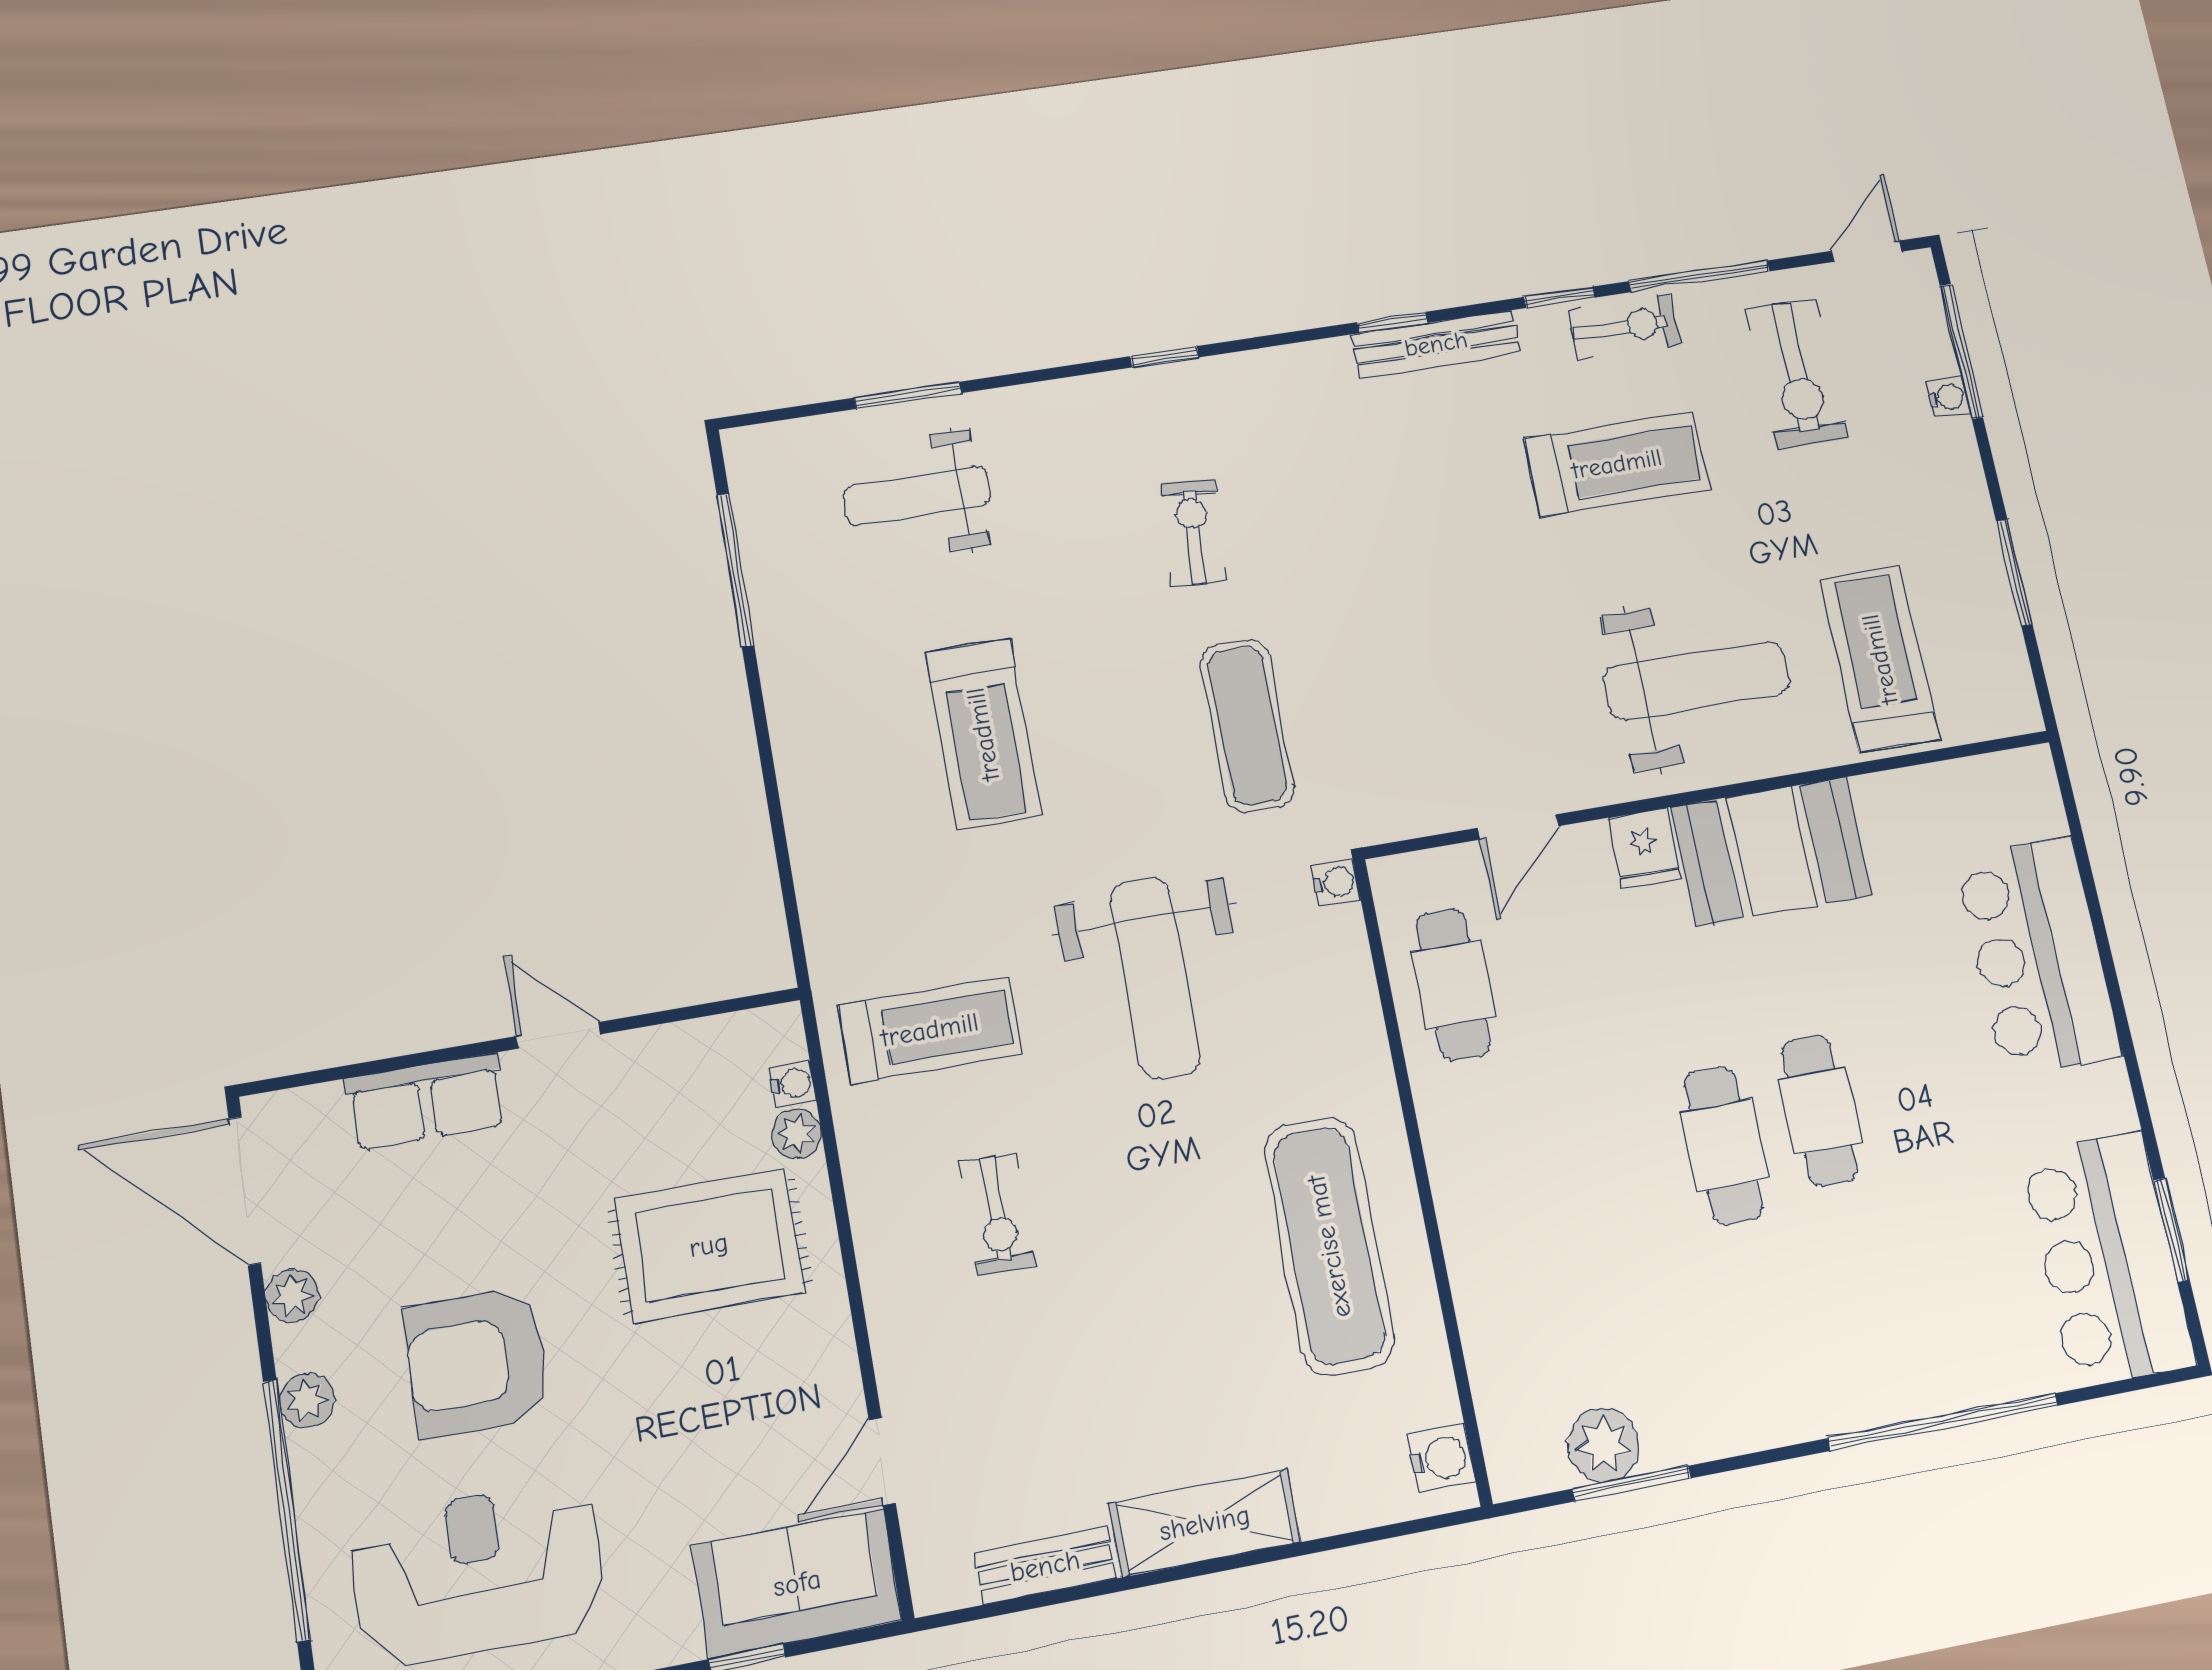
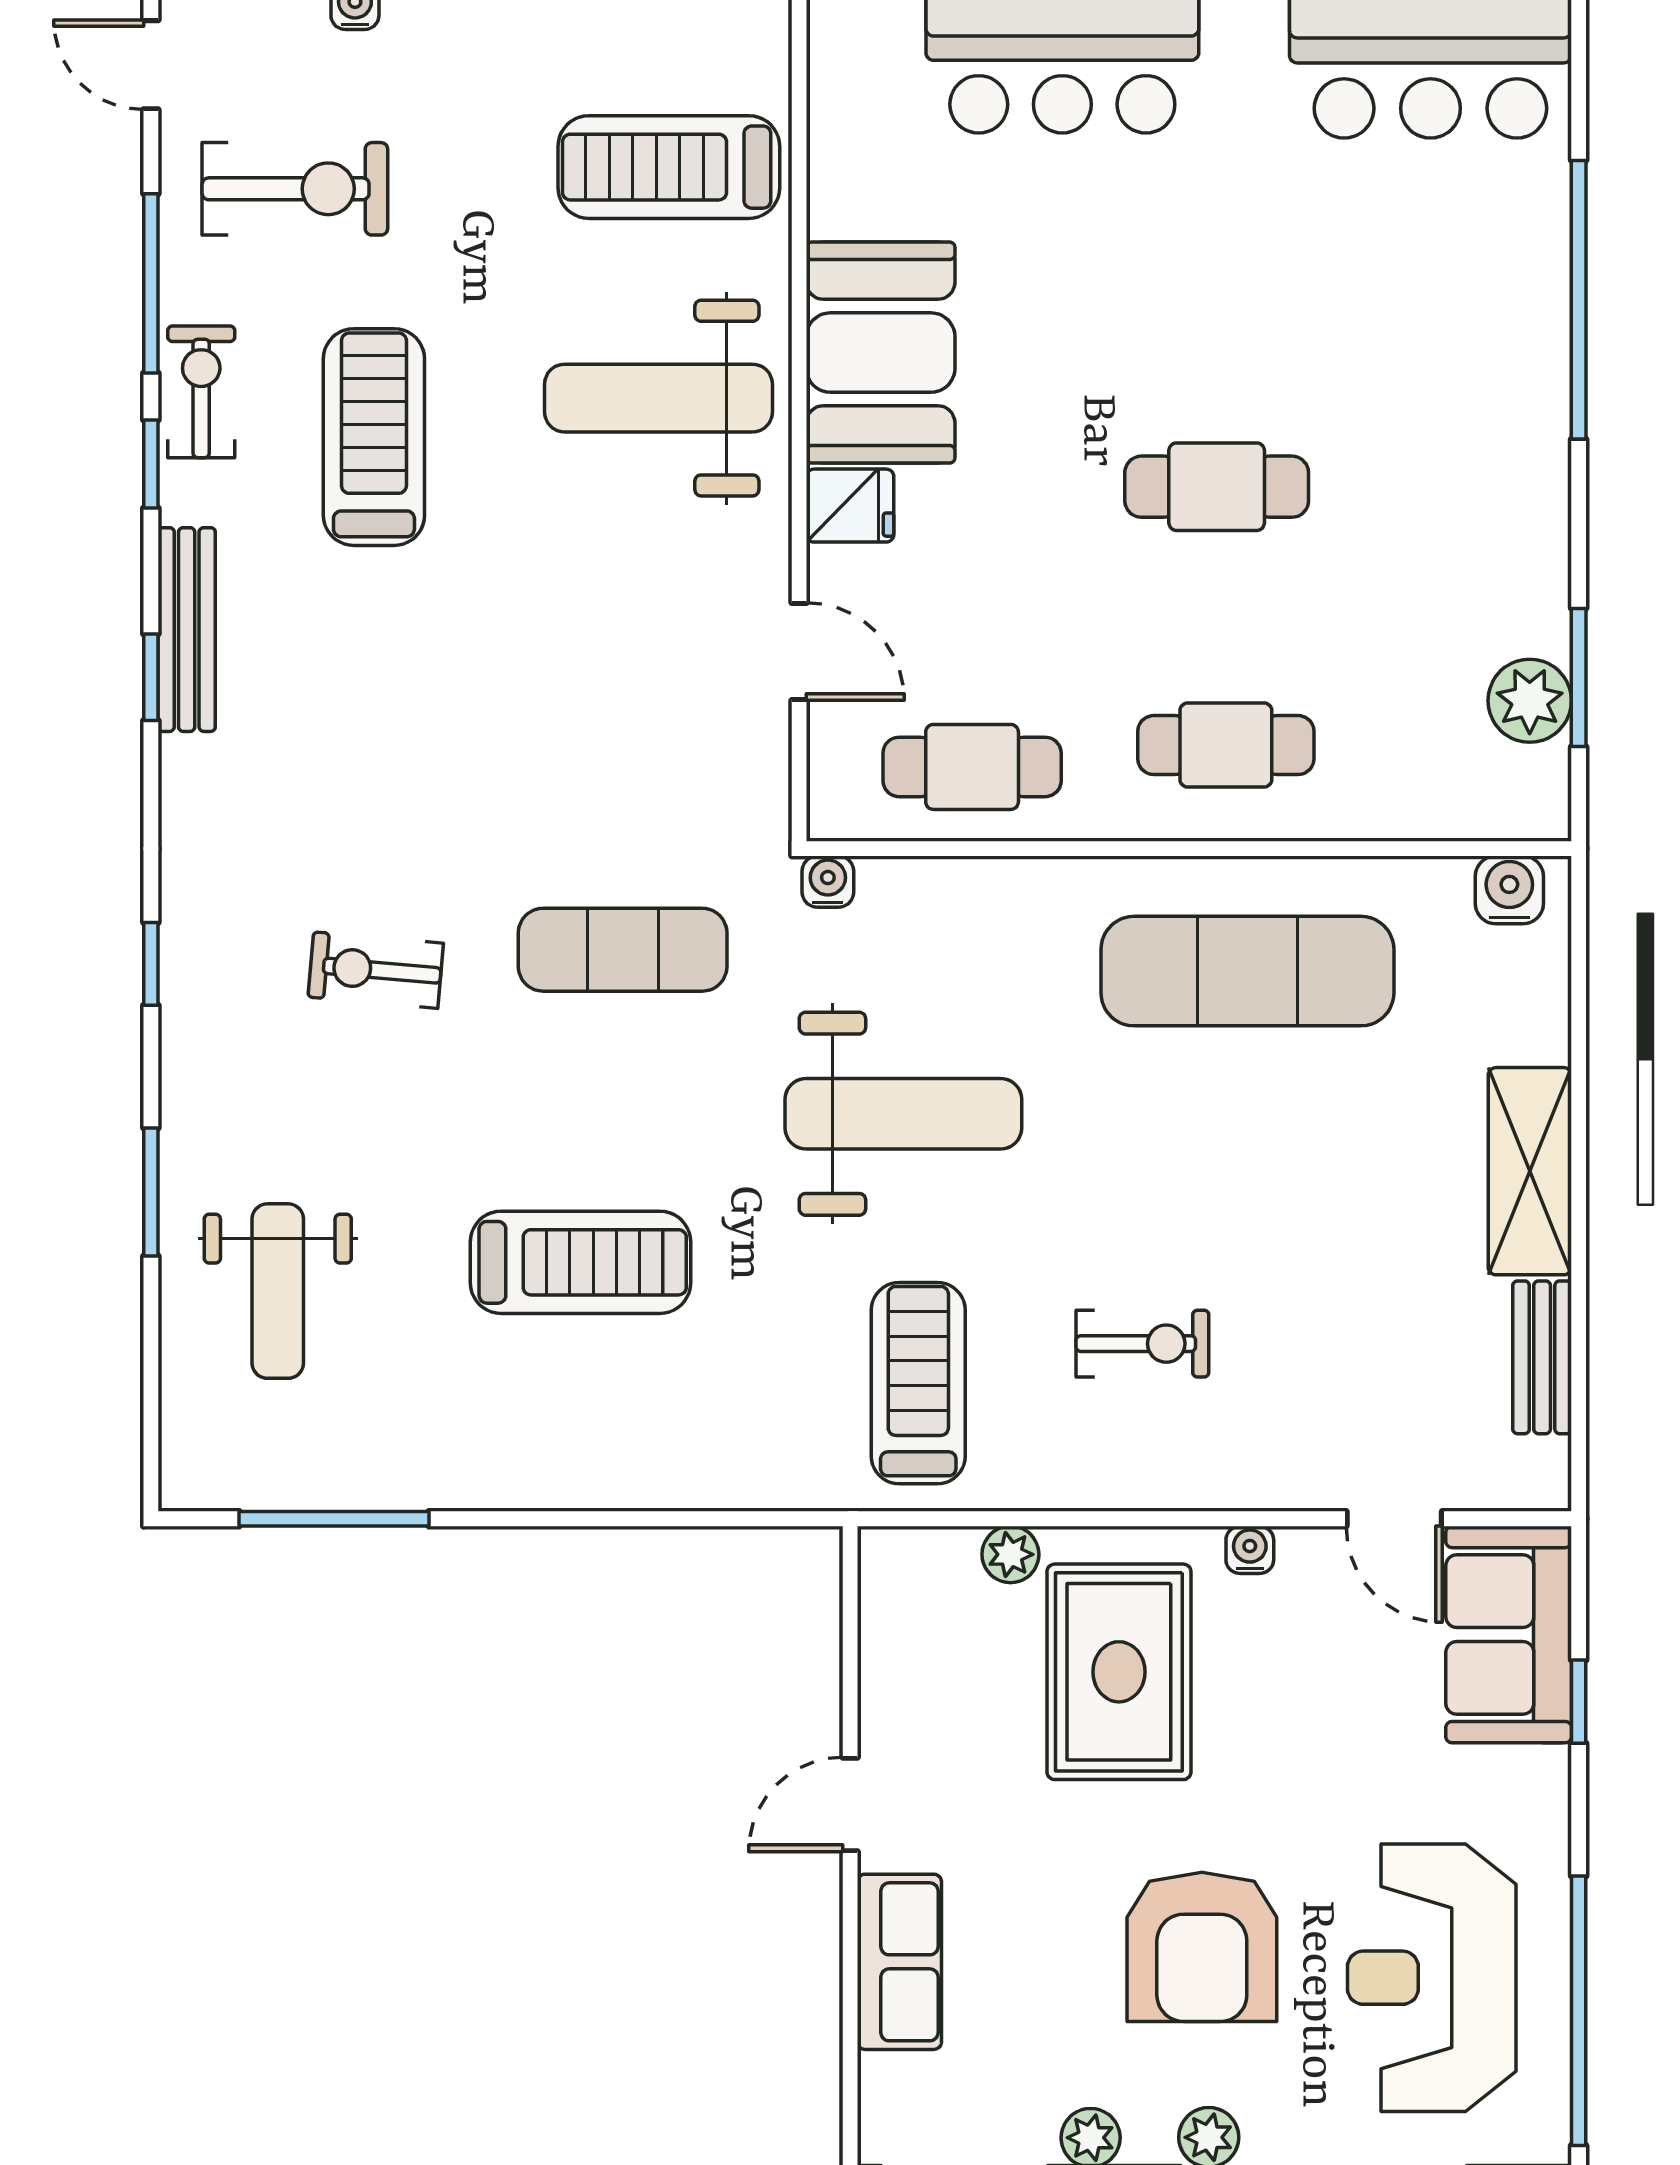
window: (908, 395) -> (151, 1192), moved
weight bench: (1697, 681) -> (658, 398), turned -90
water cooler: (792, 1084) -> (1250, 1550), moved
cafe table: (1820, 1111) -> (1226, 745), moved

